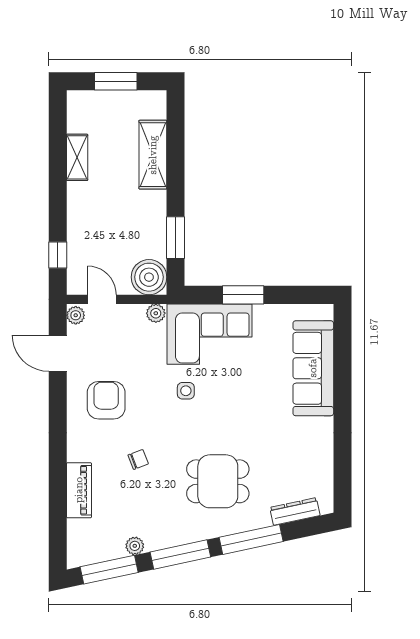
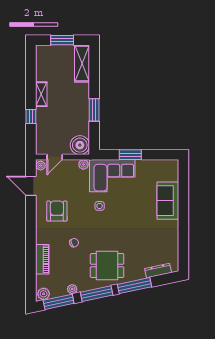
shelving: (153, 155) -> (82, 63), moved
shelving: (77, 157) -> (41, 94), moved
window: (176, 238) -> (94, 110), moved
window: (58, 255) -> (31, 116), moved
door: (102, 299) -> (55, 157), swing flipped
sofa: (313, 368) -> (168, 201), width x0.73
dining table: (218, 481) -> (107, 265), moved
plant: (81, 555) -> (44, 294), added

